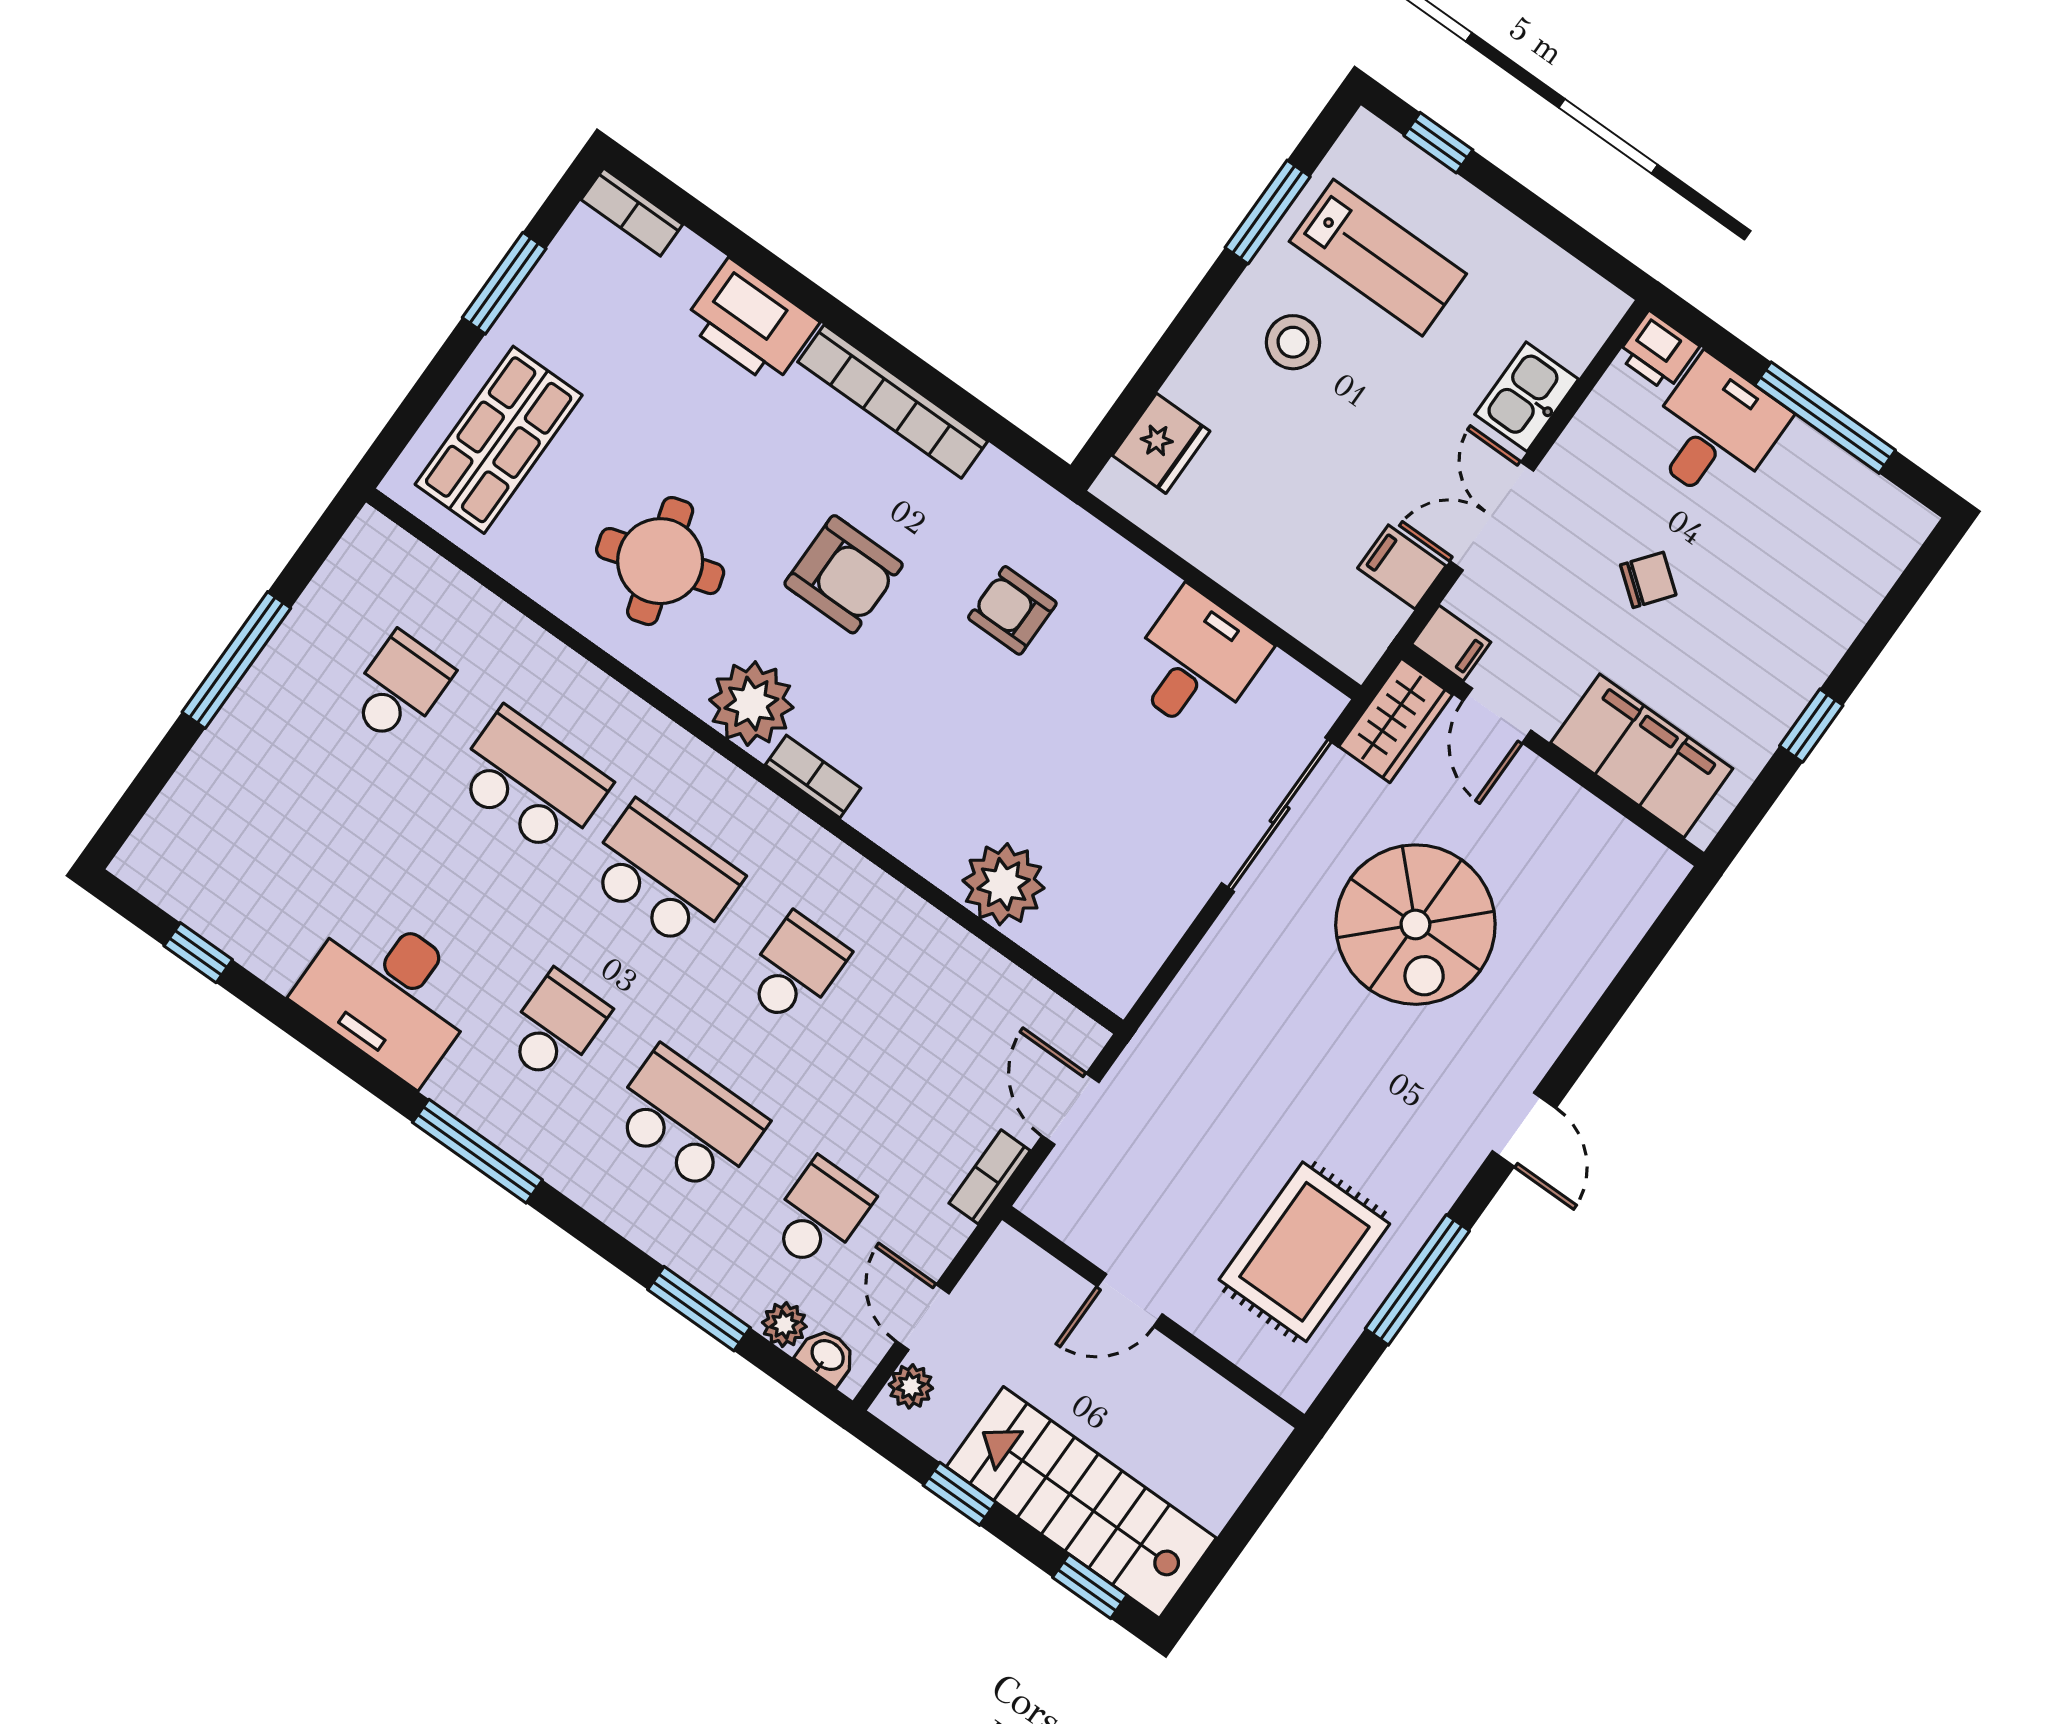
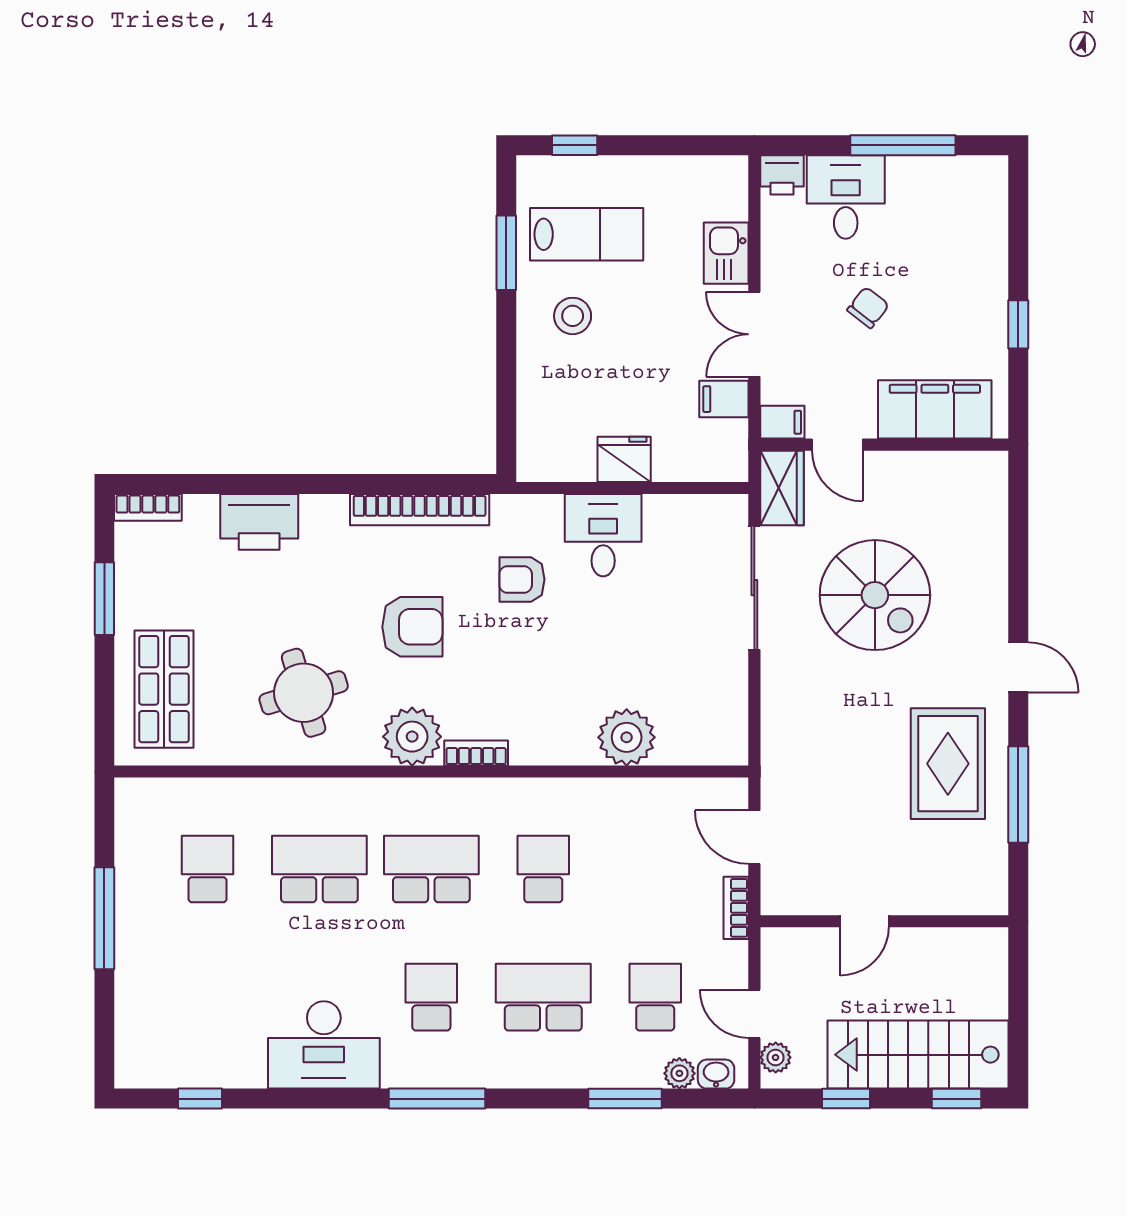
bookcase: (893, 402) -> (420, 510), moved
fridge: (1161, 443) -> (624, 459), moved, turned -90
desk: (1196, 662) -> (603, 535), moved
rug: (1304, 1252) -> (948, 764), moved

